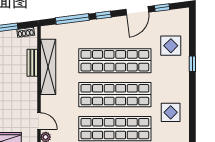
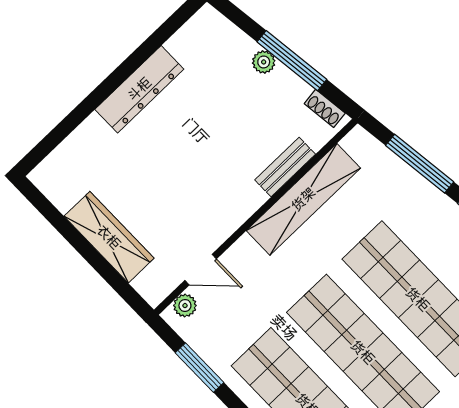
door: (39, 121) -> (201, 270), hinge flipped

